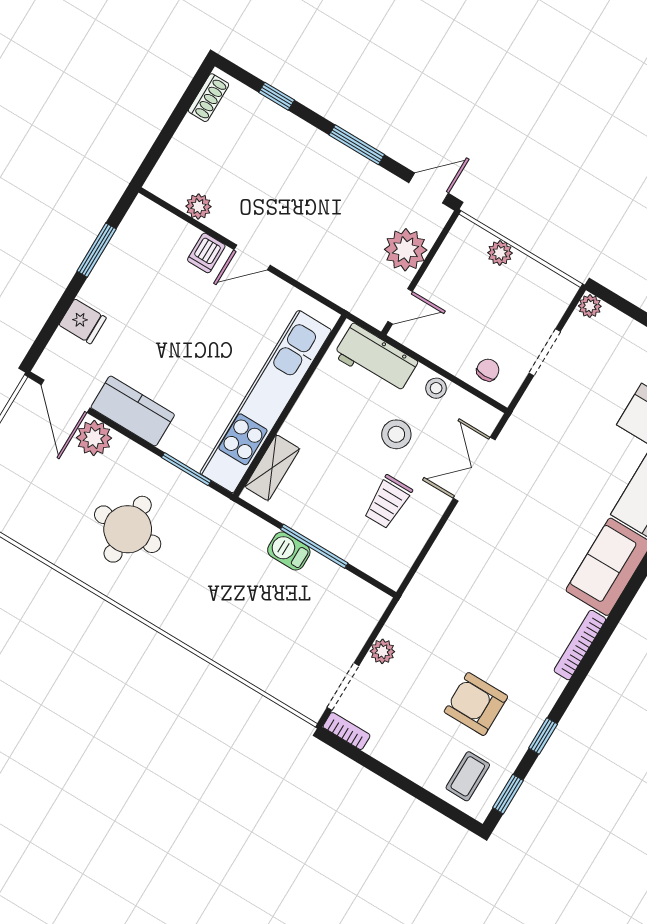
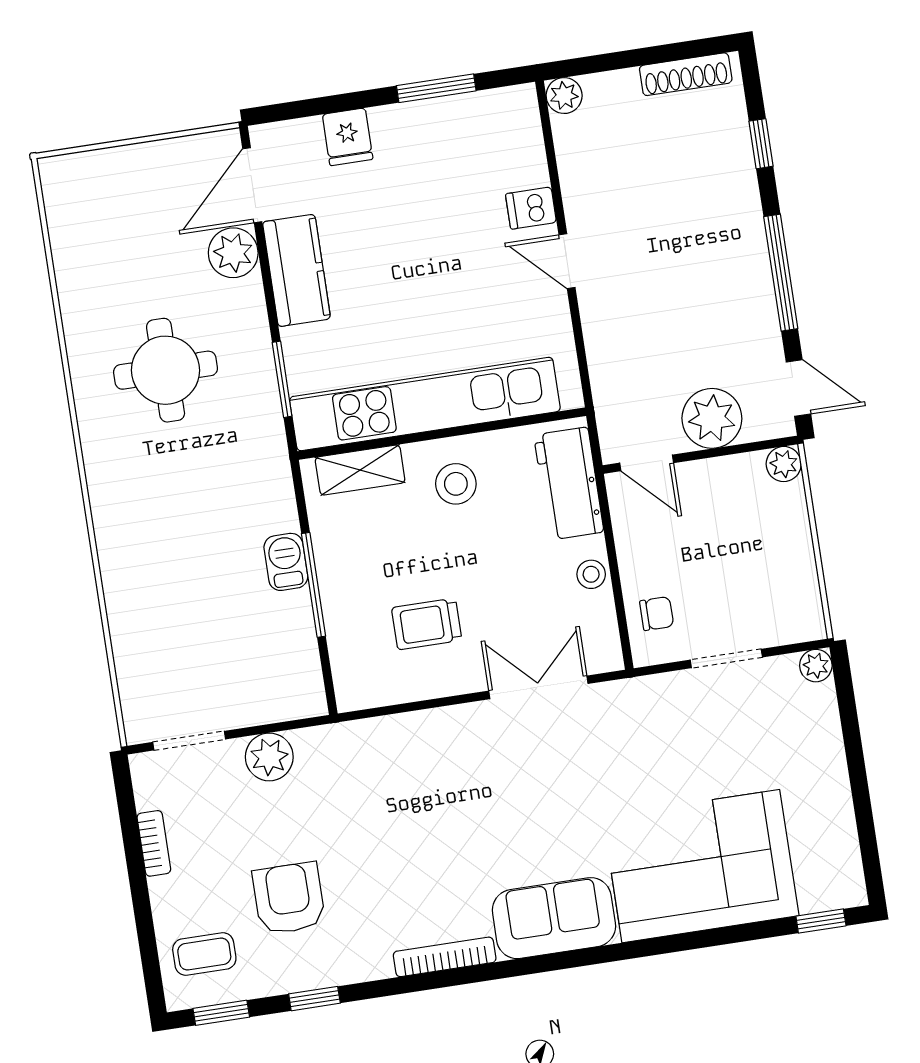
shoe rack: (209, 98) -> (686, 74), width x1.43
window: (357, 145) -> (781, 273), width x1.44
plant: (198, 206) -> (564, 96), moved
plant: (500, 253) -> (784, 464), moved
stool: (396, 434) -> (456, 484), moved
plant: (382, 651) -> (269, 757), width x1.38, depth x1.38
bookcase: (347, 731) -> (154, 843), moved

